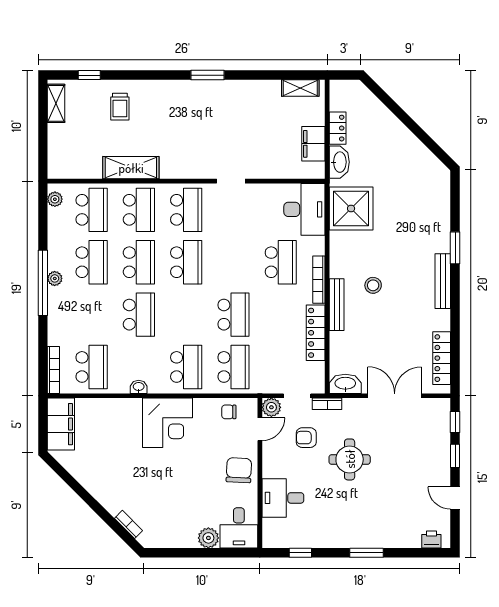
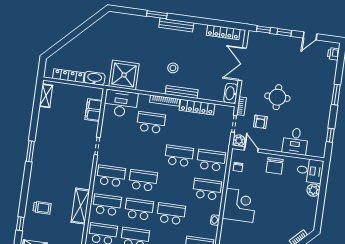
locker: (338, 128) -> (68, 76), width x1.53
filing cabinet: (313, 144) -> (94, 110), moved, turned 90
chair: (239, 470) -> (275, 166), turned -93

